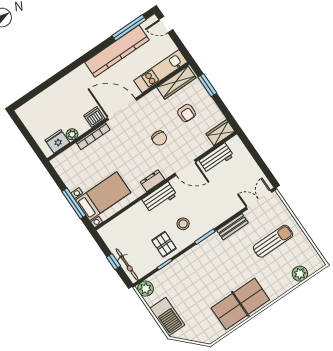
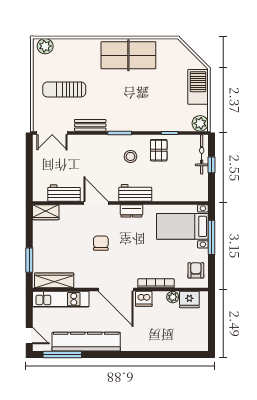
armchair: (187, 113) -> (196, 270), moved
plant: (300, 274) -> (45, 46), moved

